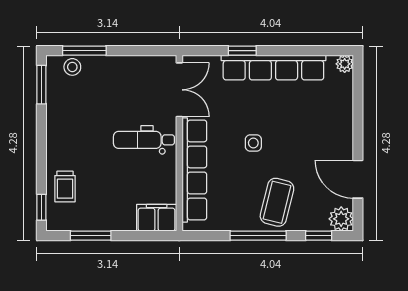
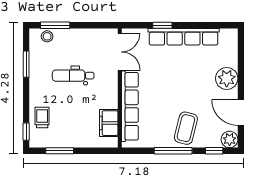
plant: (345, 64) -> (227, 78), moved, width x1.87, depth x1.87
window: (41, 85) -> (26, 64), moved
dental chair: (144, 140) -> (73, 76), moved
side table: (253, 143) -> (170, 88), removed
trolley: (65, 187) -> (42, 117), turned 180
filing cabinet: (157, 218) -> (109, 123), moved, turned -90

